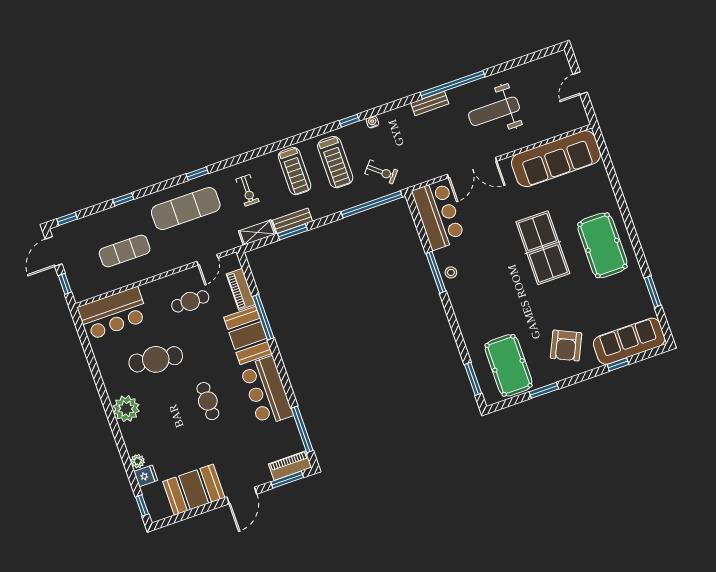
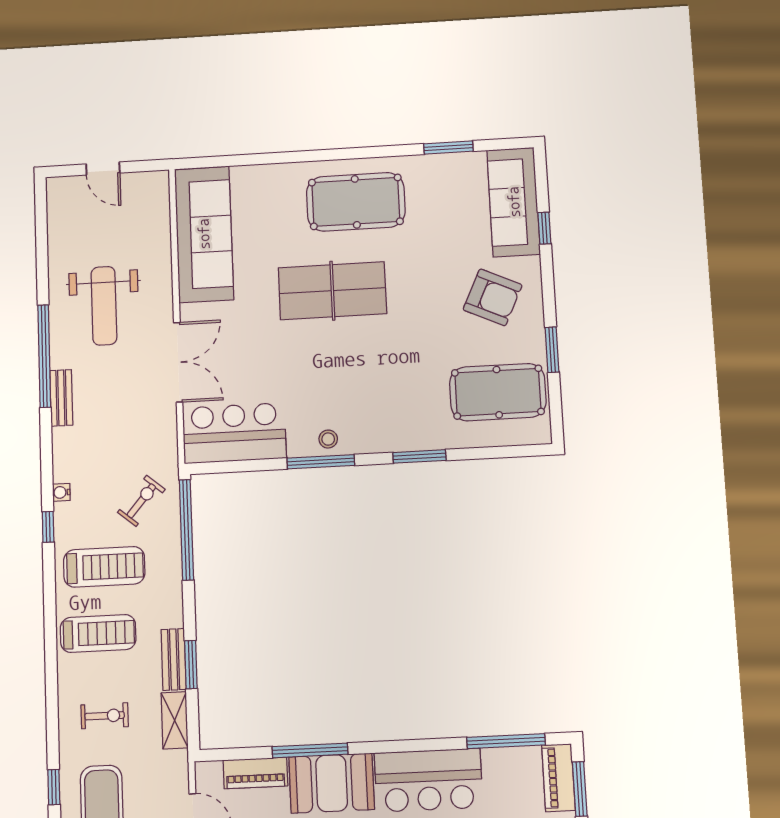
window: (473, 379) -> (419, 456), moved

